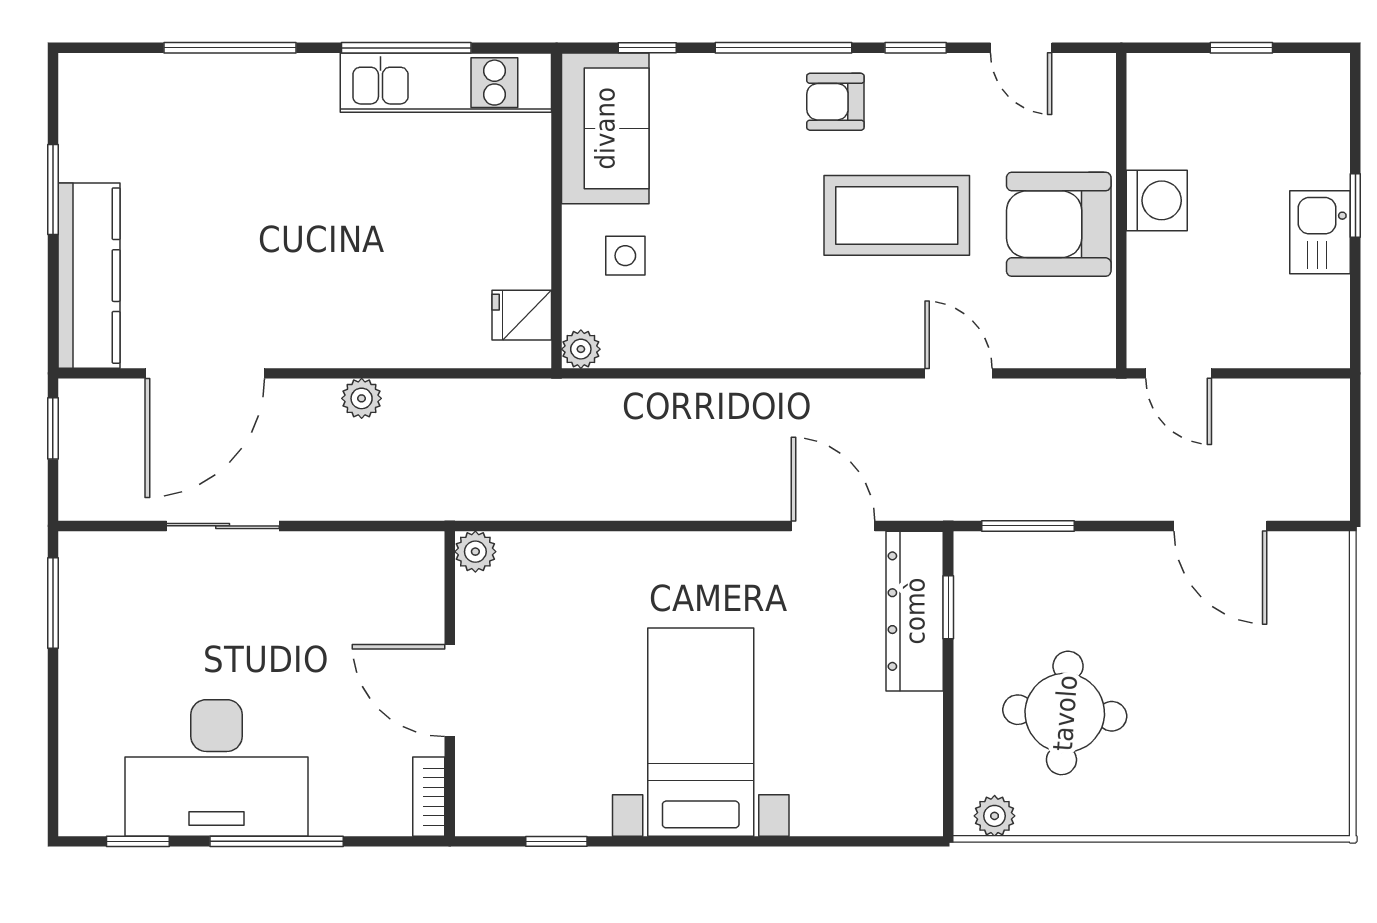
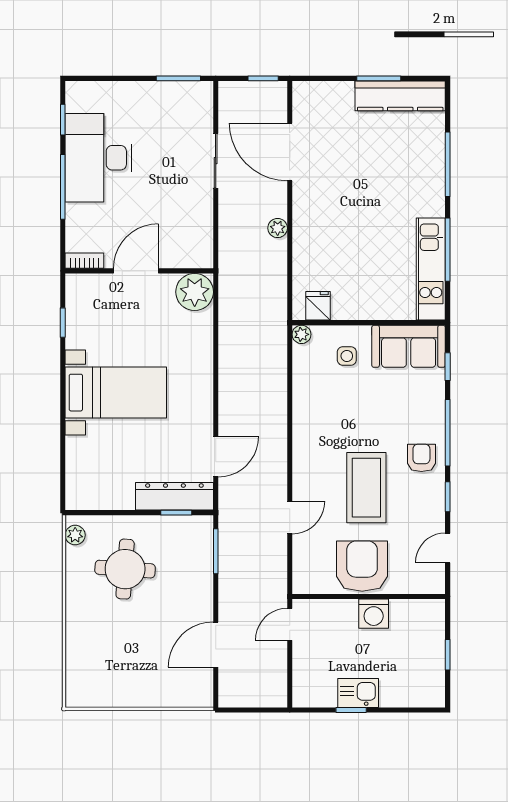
window: (1355, 206) -> (351, 710), moved
kitchen counter: (89, 276) -> (400, 96), moved
plant: (475, 552) -> (195, 292), width x1.87, depth x1.87

